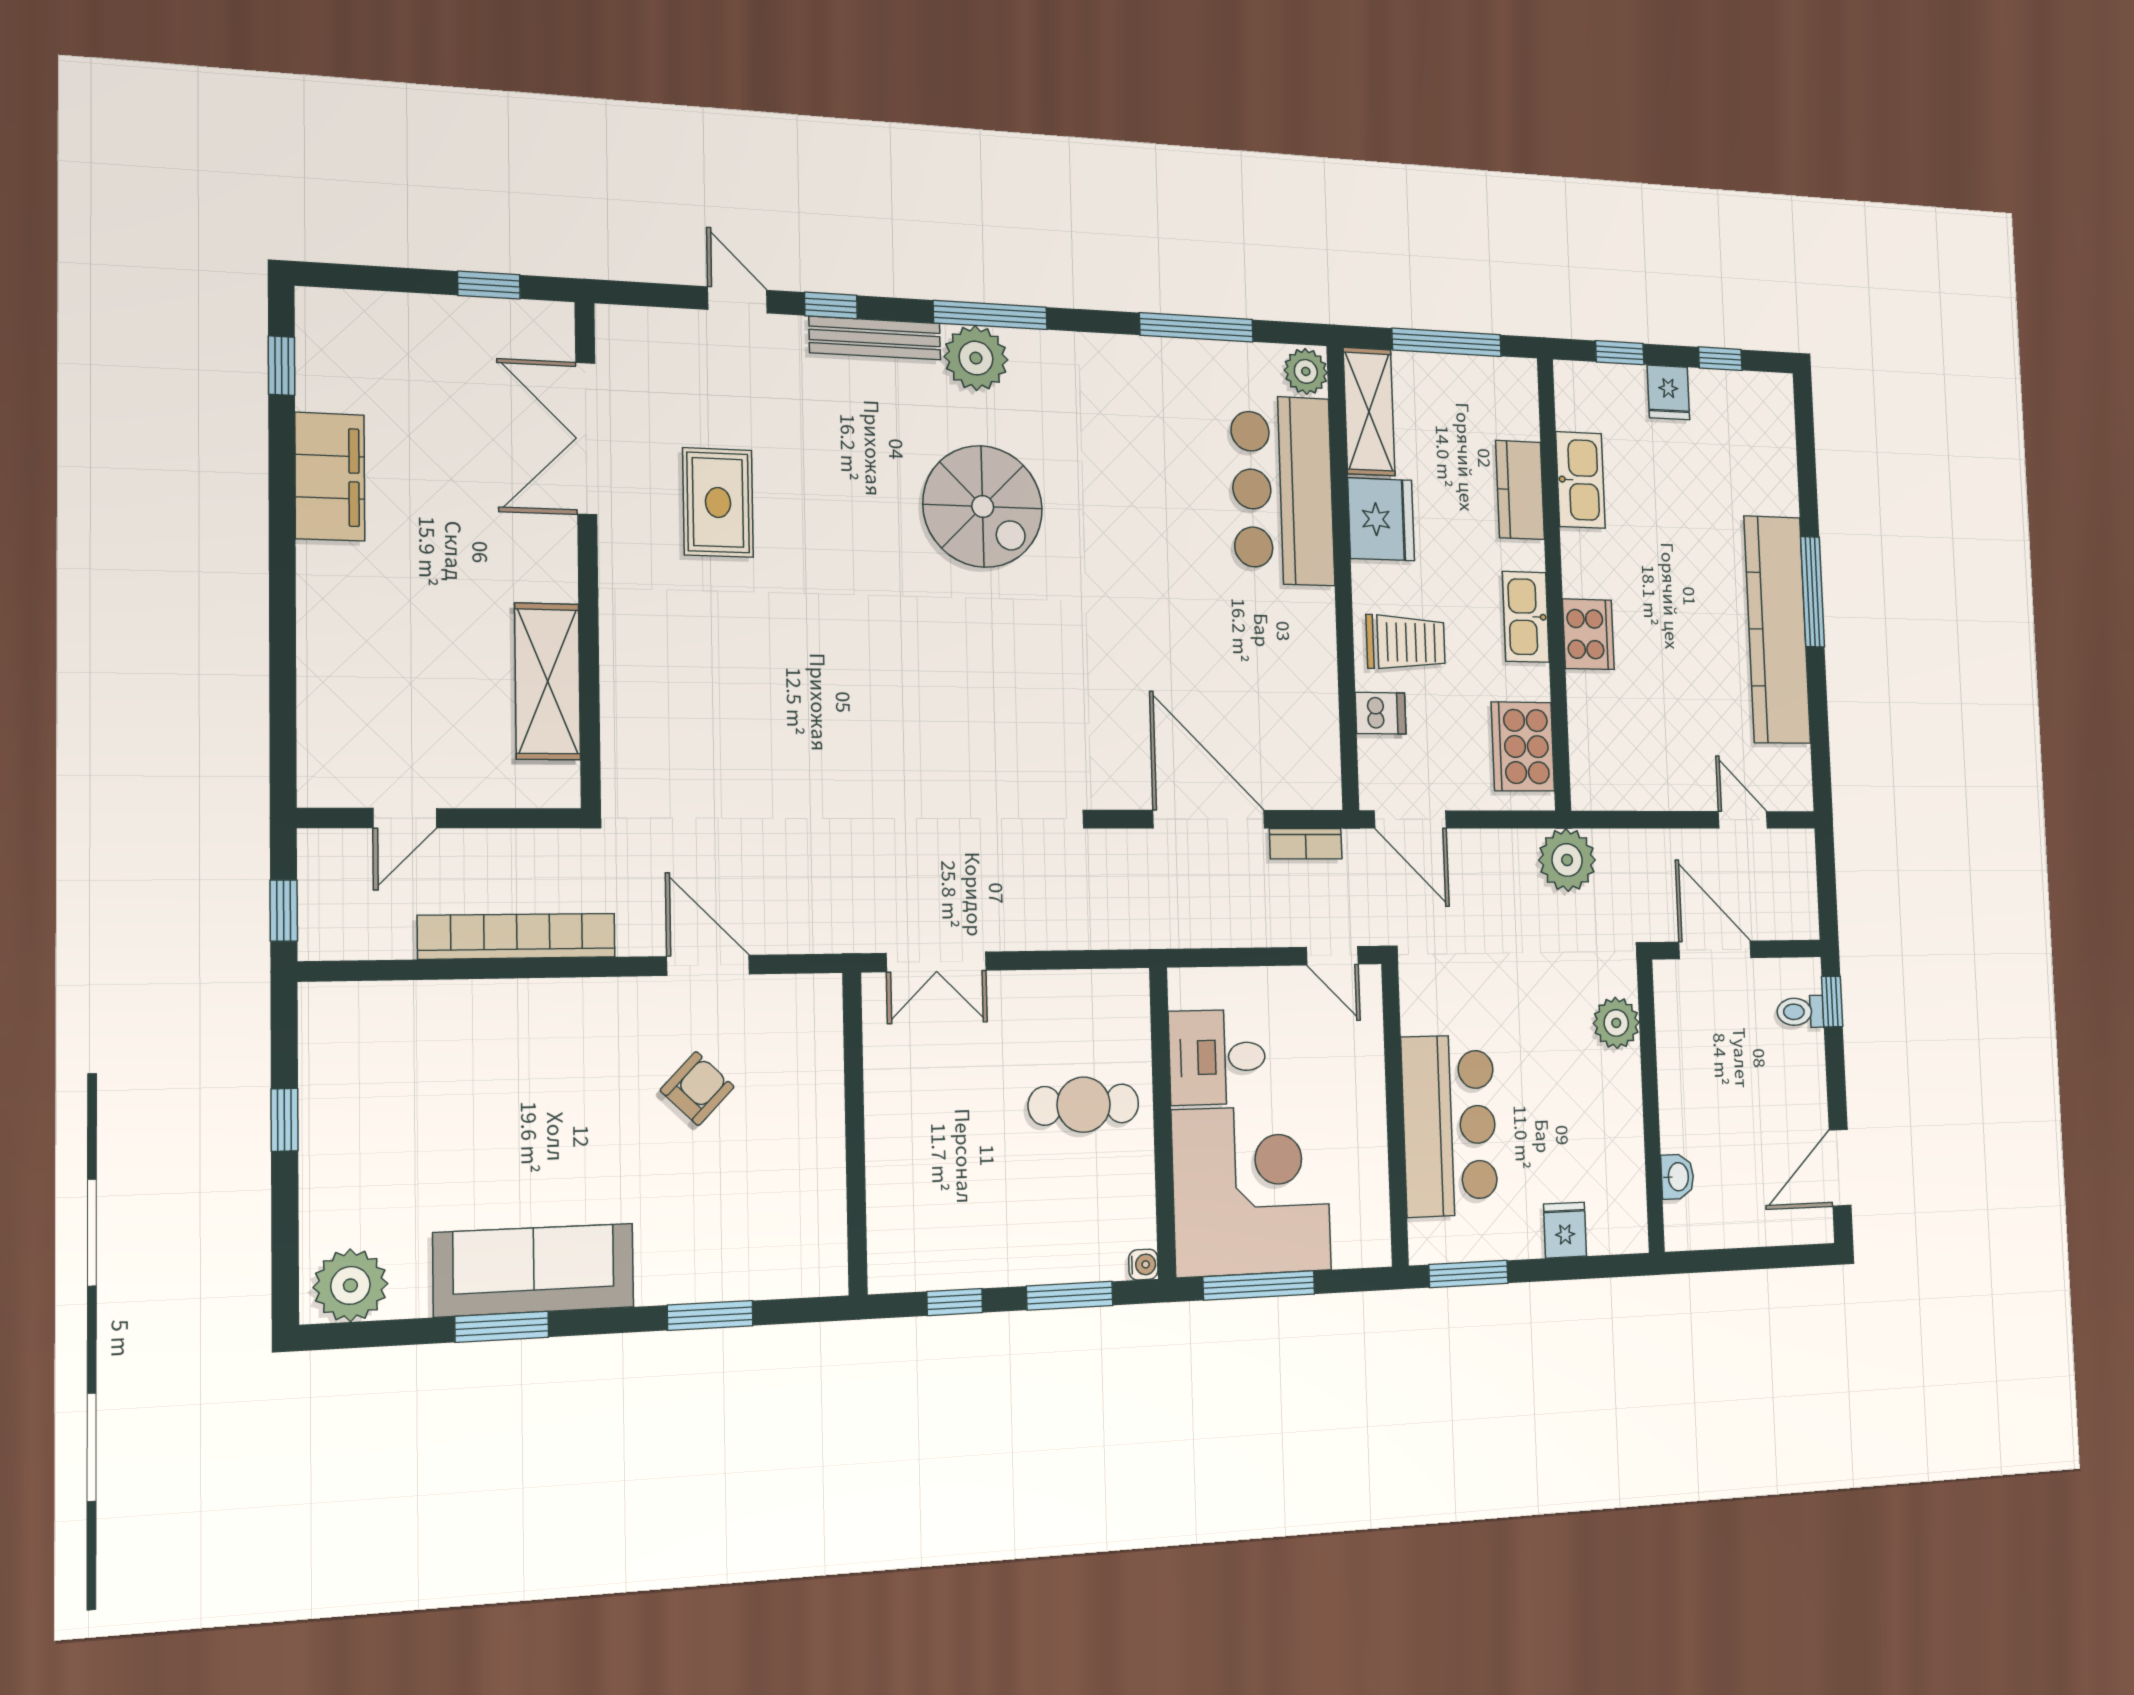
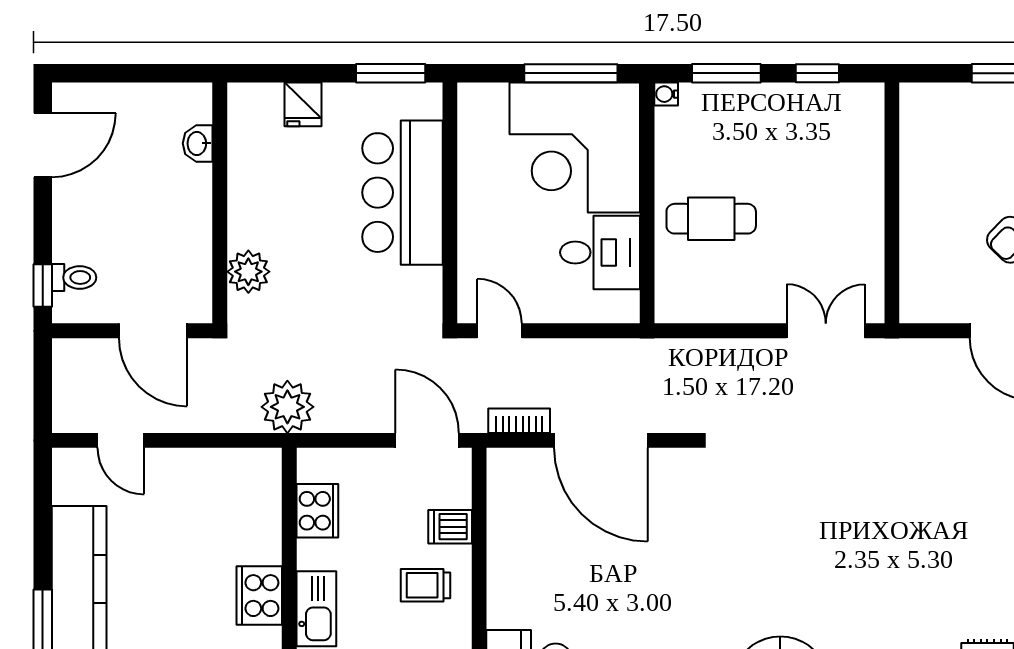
trolley: (1406, 642) -> (426, 585), width x0.73, depth x0.72
cooker: (1523, 747) -> (317, 511), width x0.73, depth x0.76

